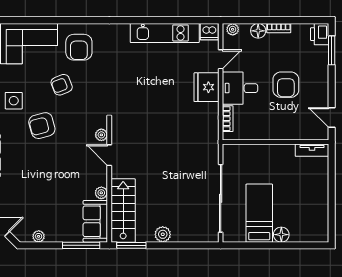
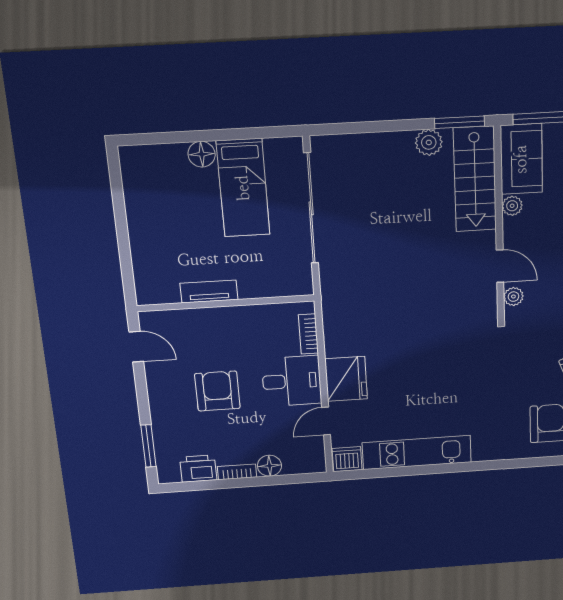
plant: (233, 29) -> (310, 465), removed
printer: (320, 34) -> (198, 469), moved, turned -90
tv unit: (312, 150) -> (209, 291), moved
plant: (163, 234) -> (429, 142), moved

